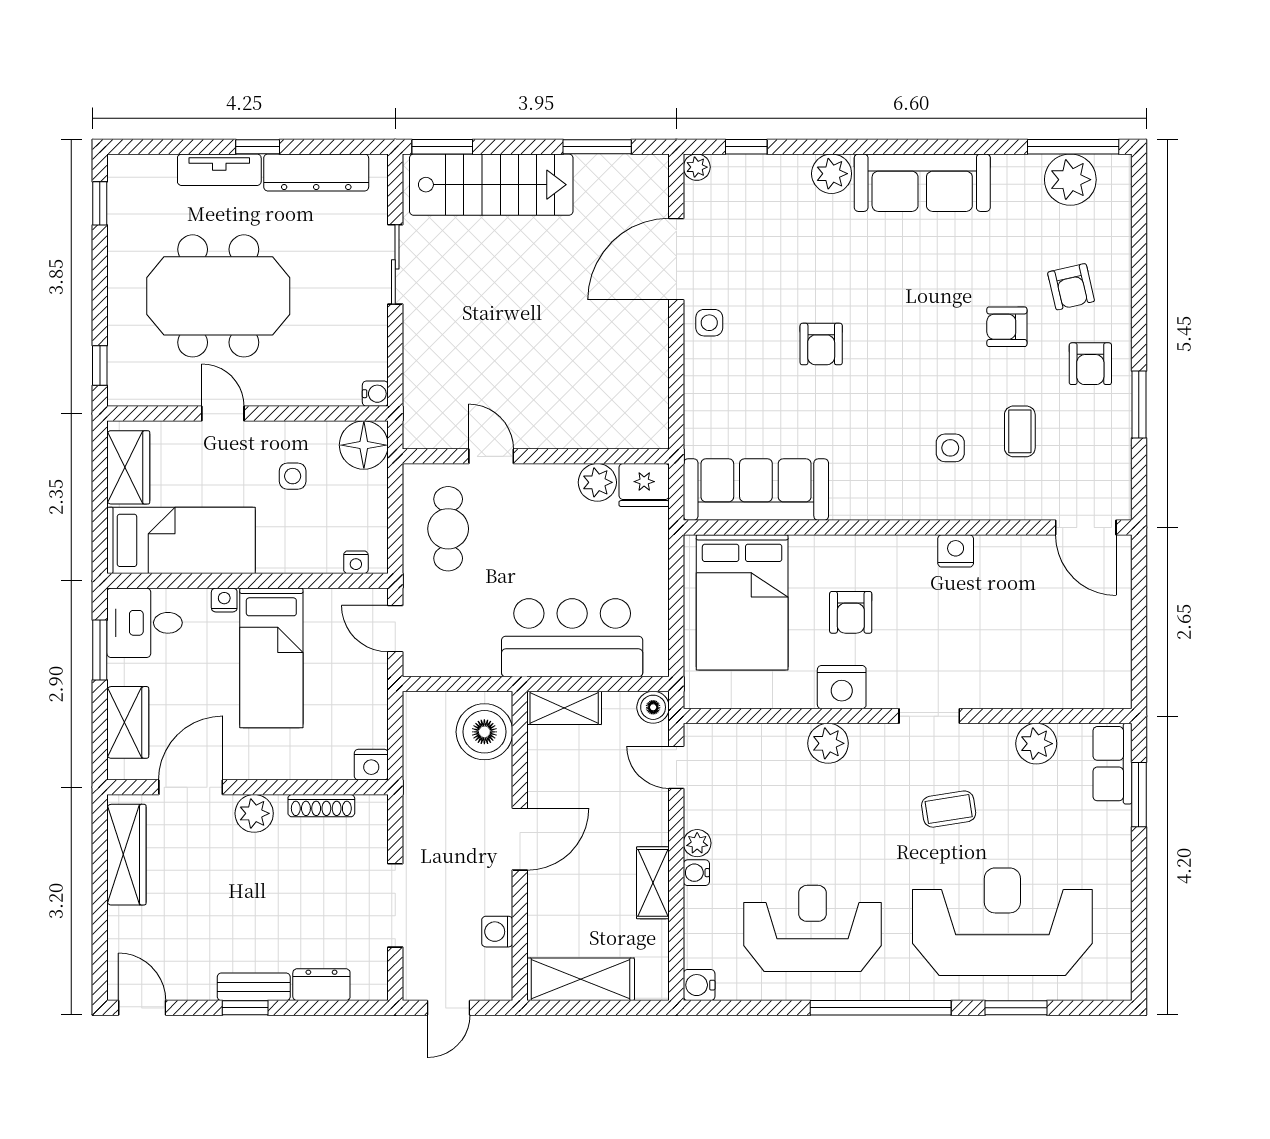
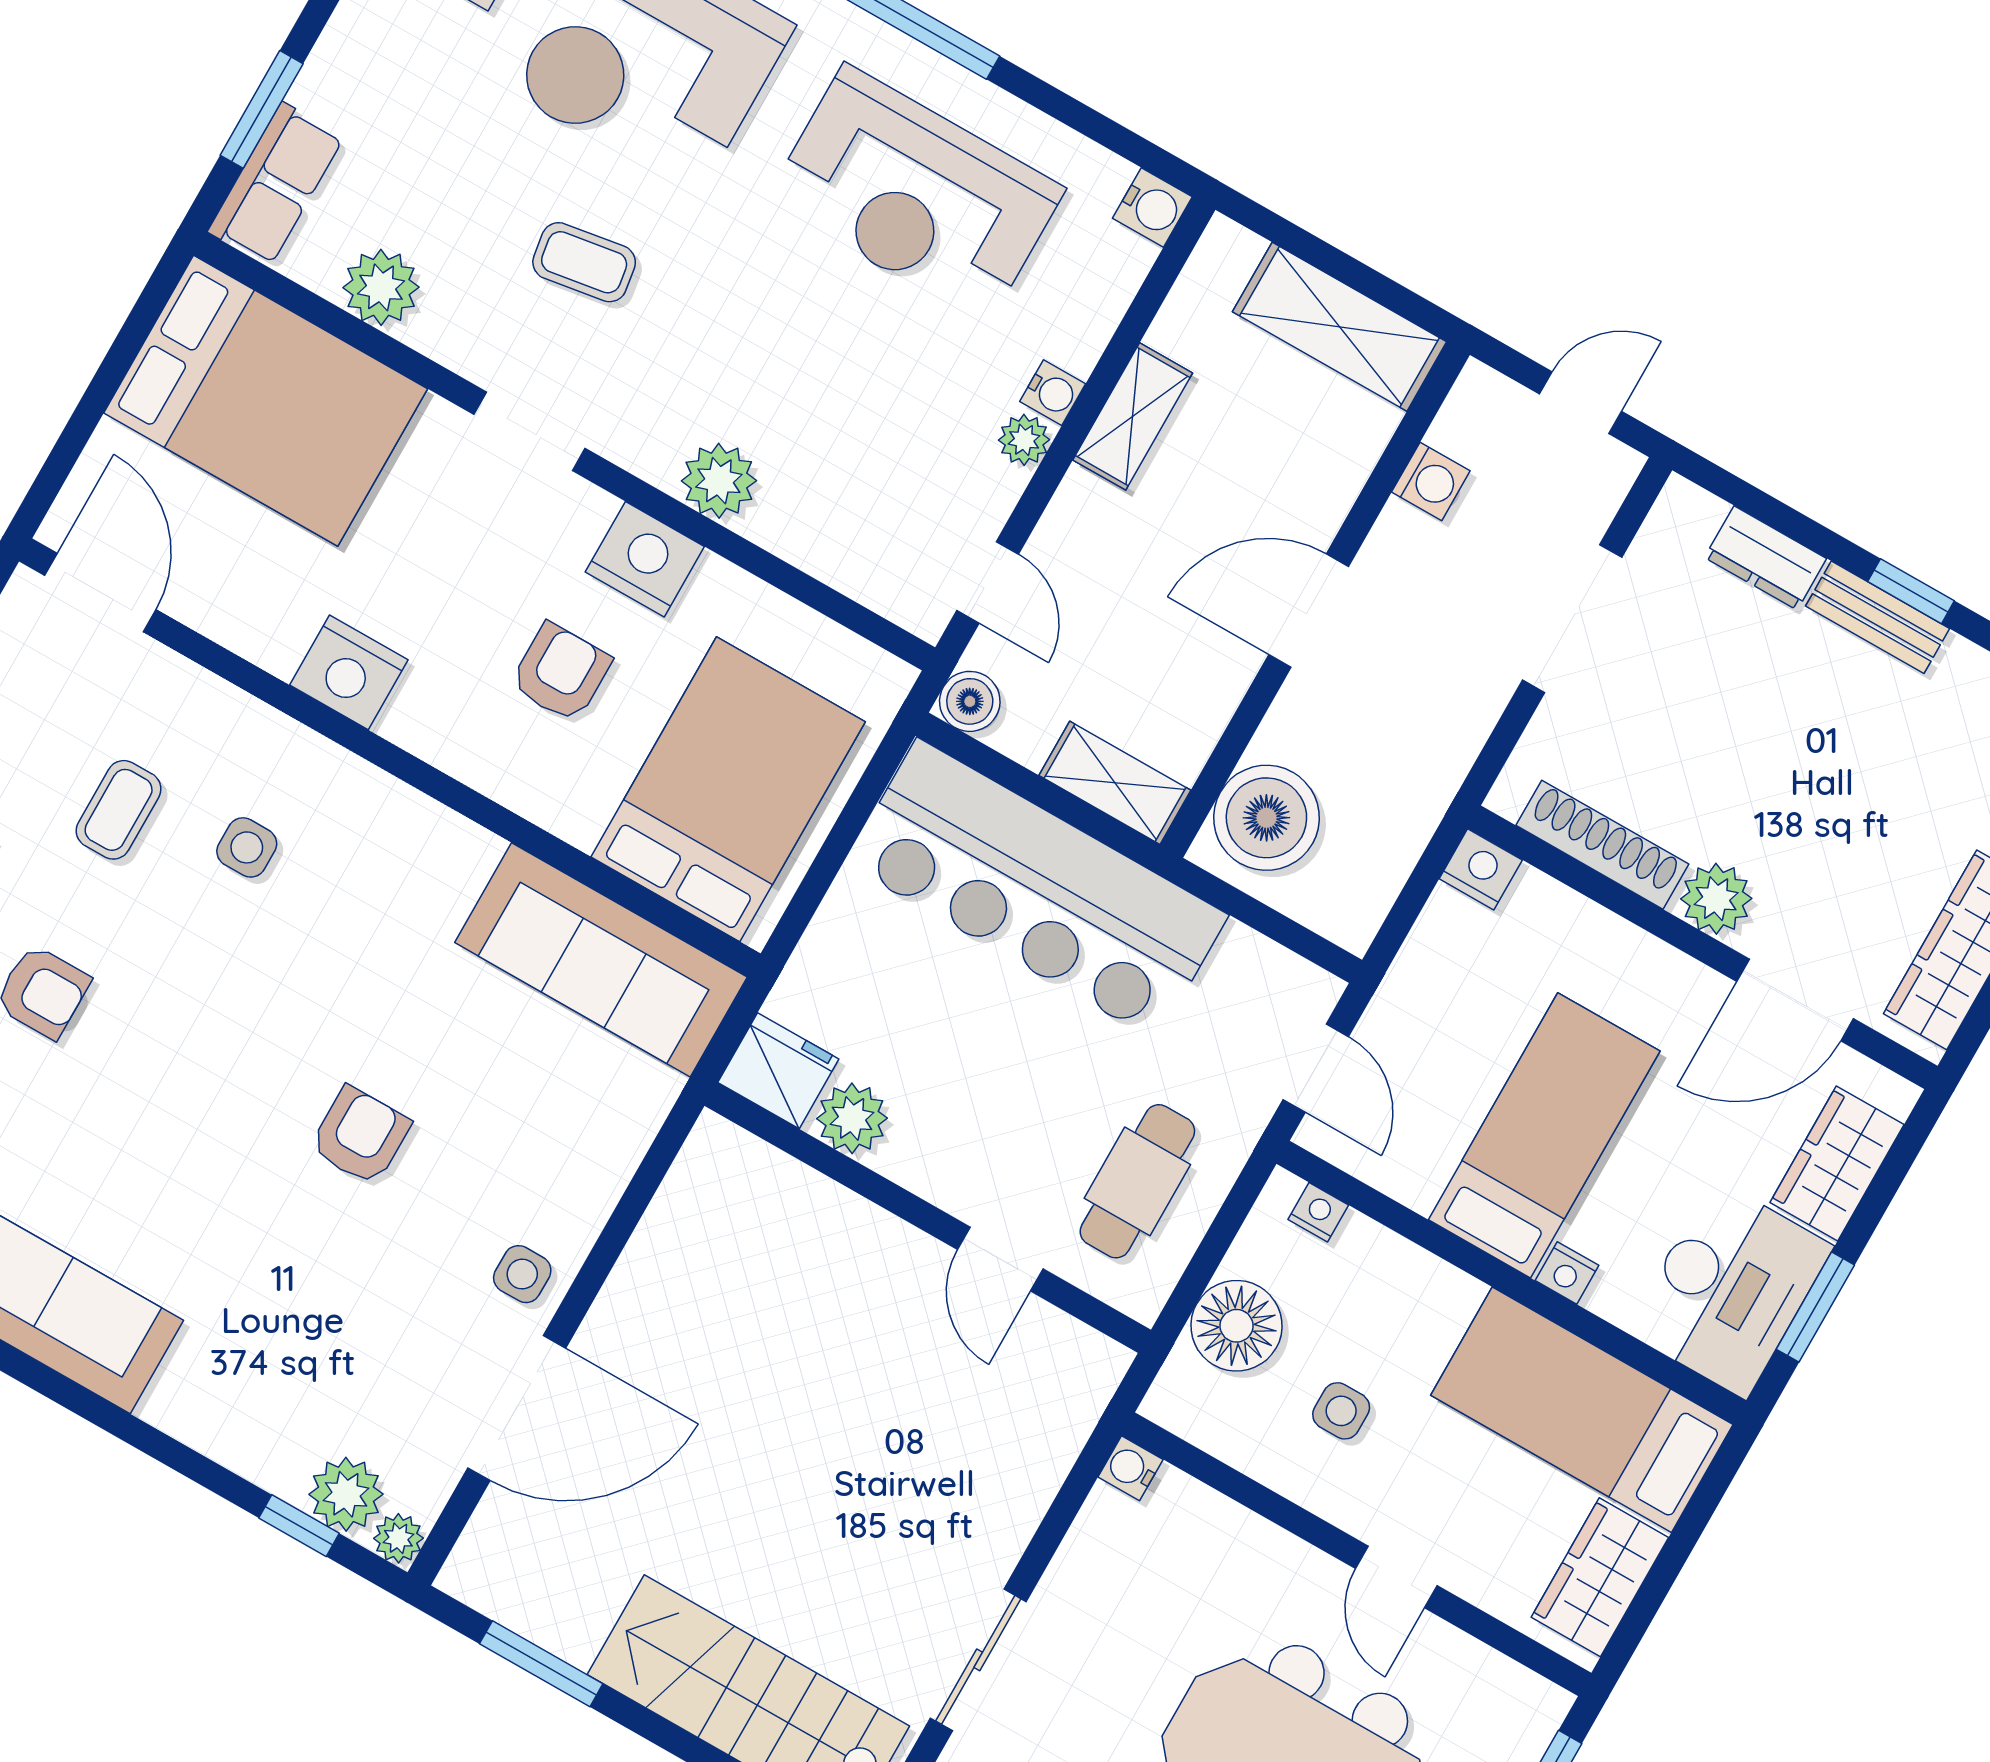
plant: (832, 174) -> (346, 1494), moved
floor lamp: (364, 445) -> (1236, 1326), moved
nightstand: (956, 551) -> (349, 672), width x1.36, depth x1.33
desk: (145, 623) -> (1730, 1289), width x1.37
bar counter: (572, 638) -> (1037, 889), width x1.36
bed: (1060, 660) -> (266, 401), added
shoe rack: (321, 806) -> (1602, 845), width x1.36, depth x1.24

